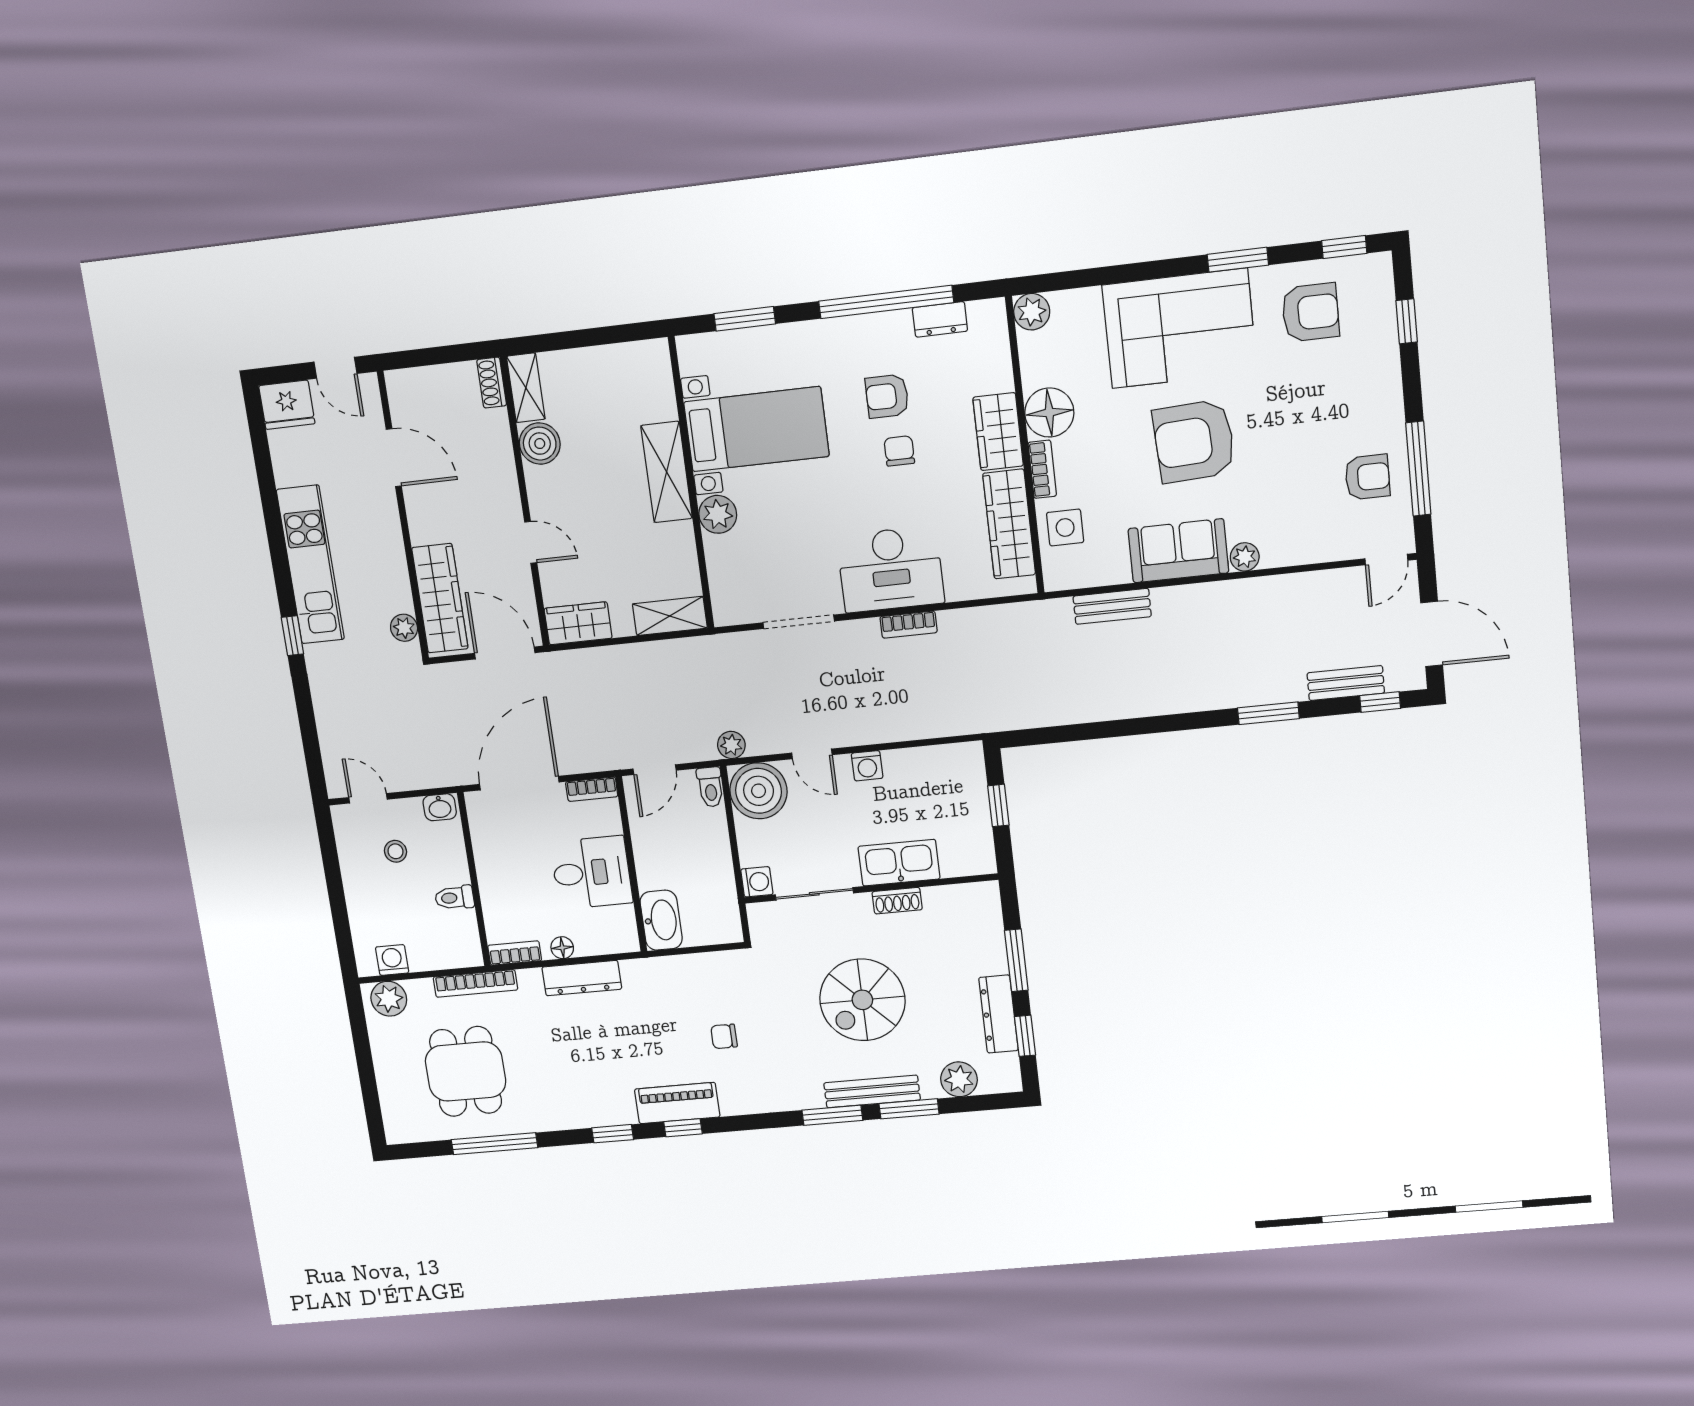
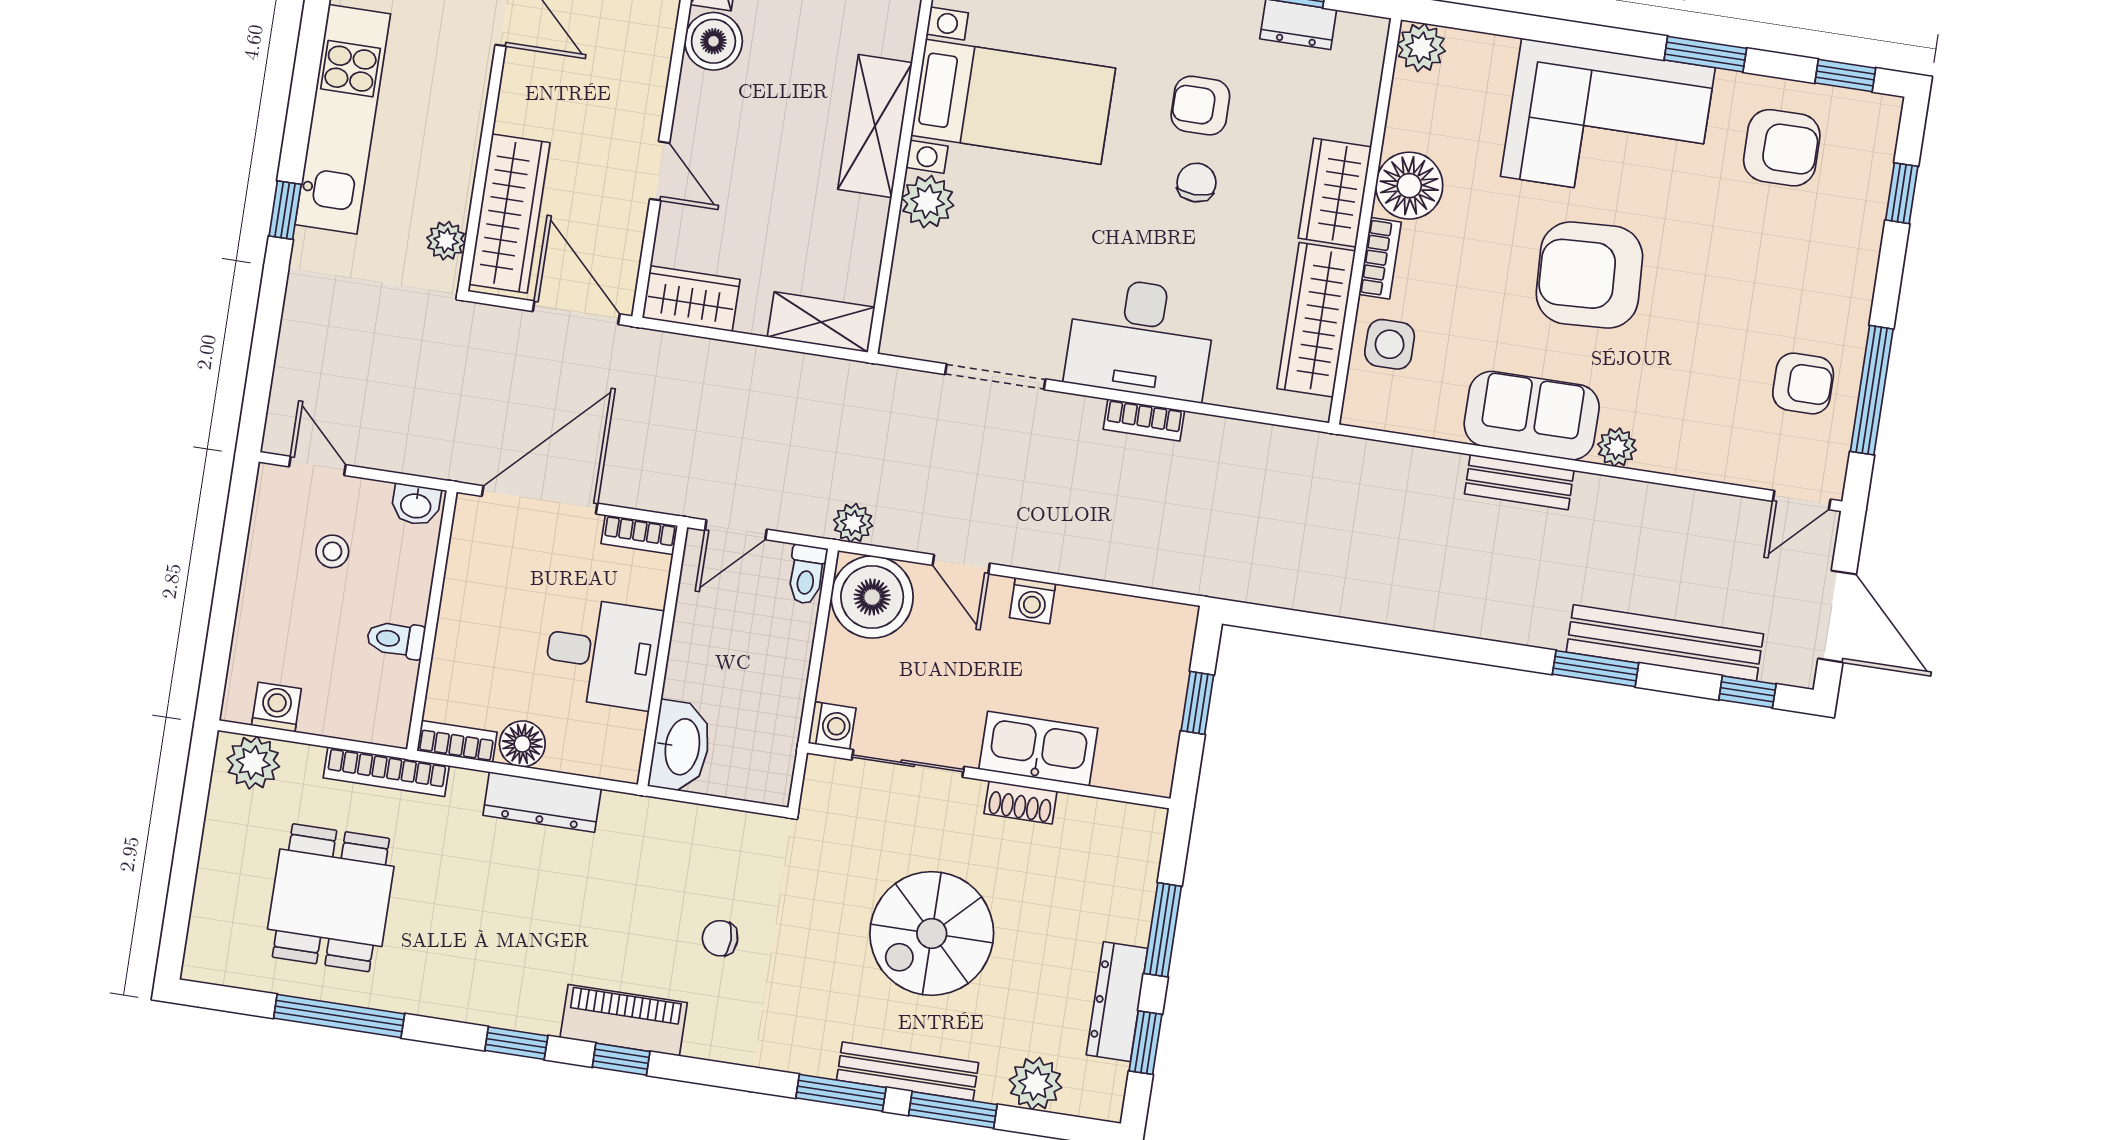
bench: (1112, 606) -> (1519, 482), moved
bench: (1346, 683) -> (1665, 643), width x1.86, depth x1.21
floor lamp: (562, 948) -> (522, 744), width x1.37, depth x1.37

